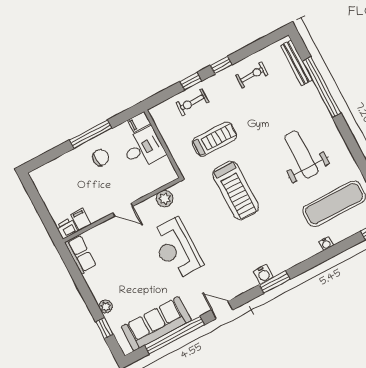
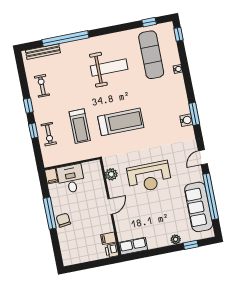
treadmill: (214, 139) -> (80, 126), turned 180
weight bench: (301, 154) -> (109, 68), turned 180
chair: (100, 157) -> (63, 220), moved

